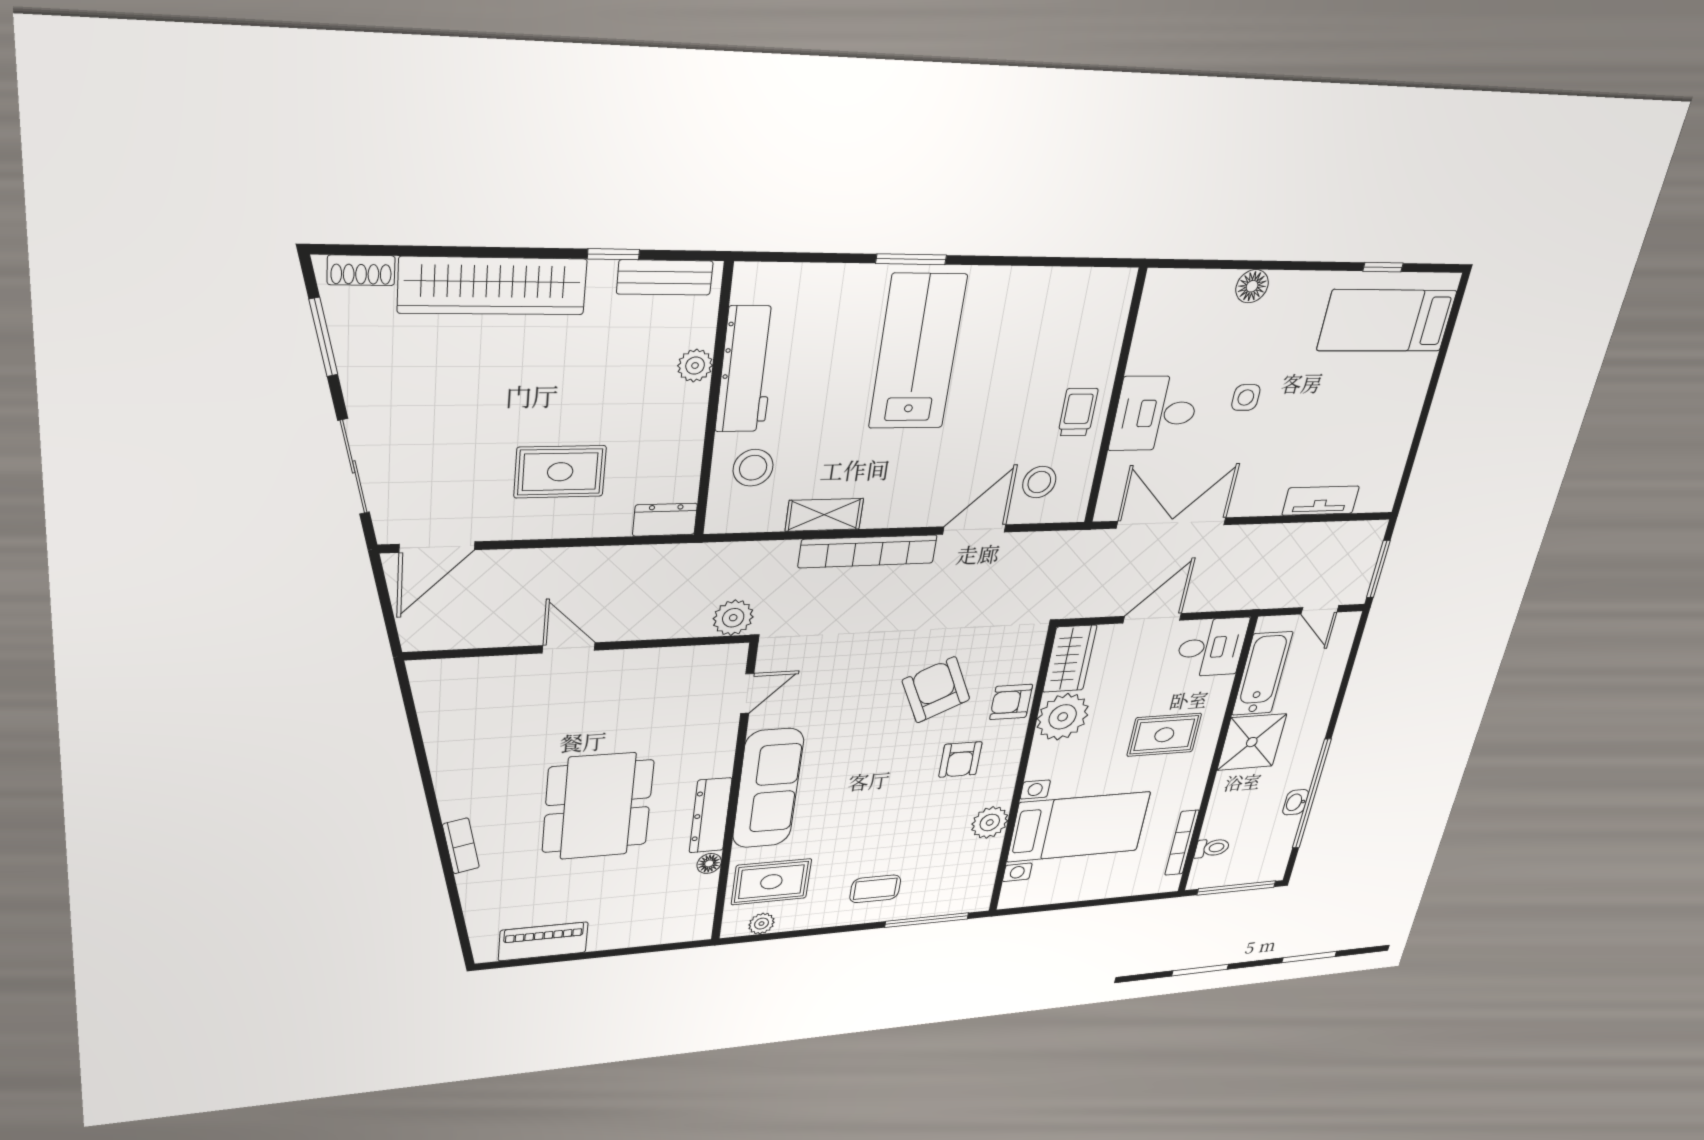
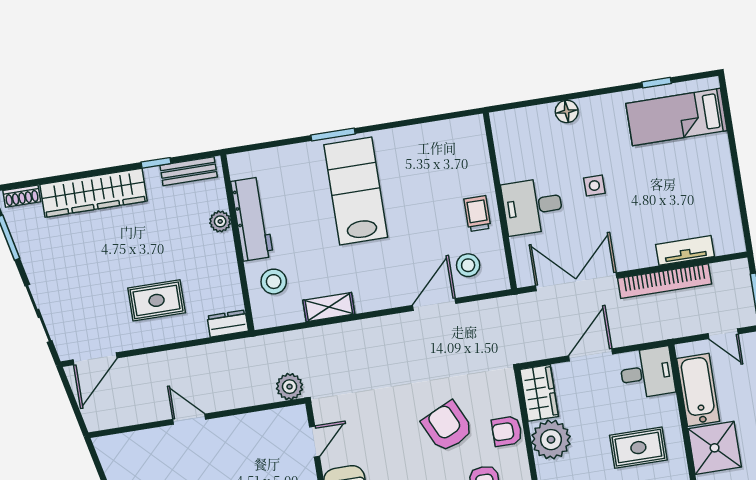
bookcase: (868, 551) -> (665, 281), moved

